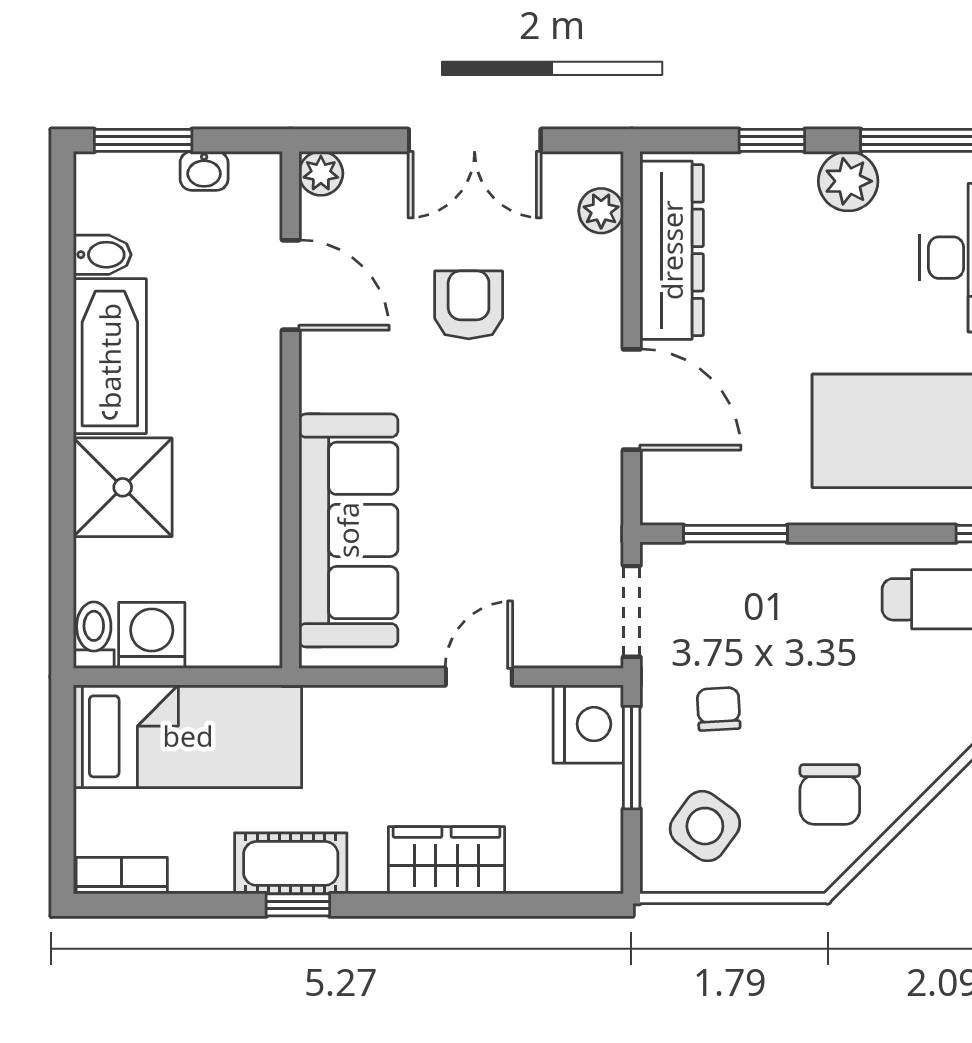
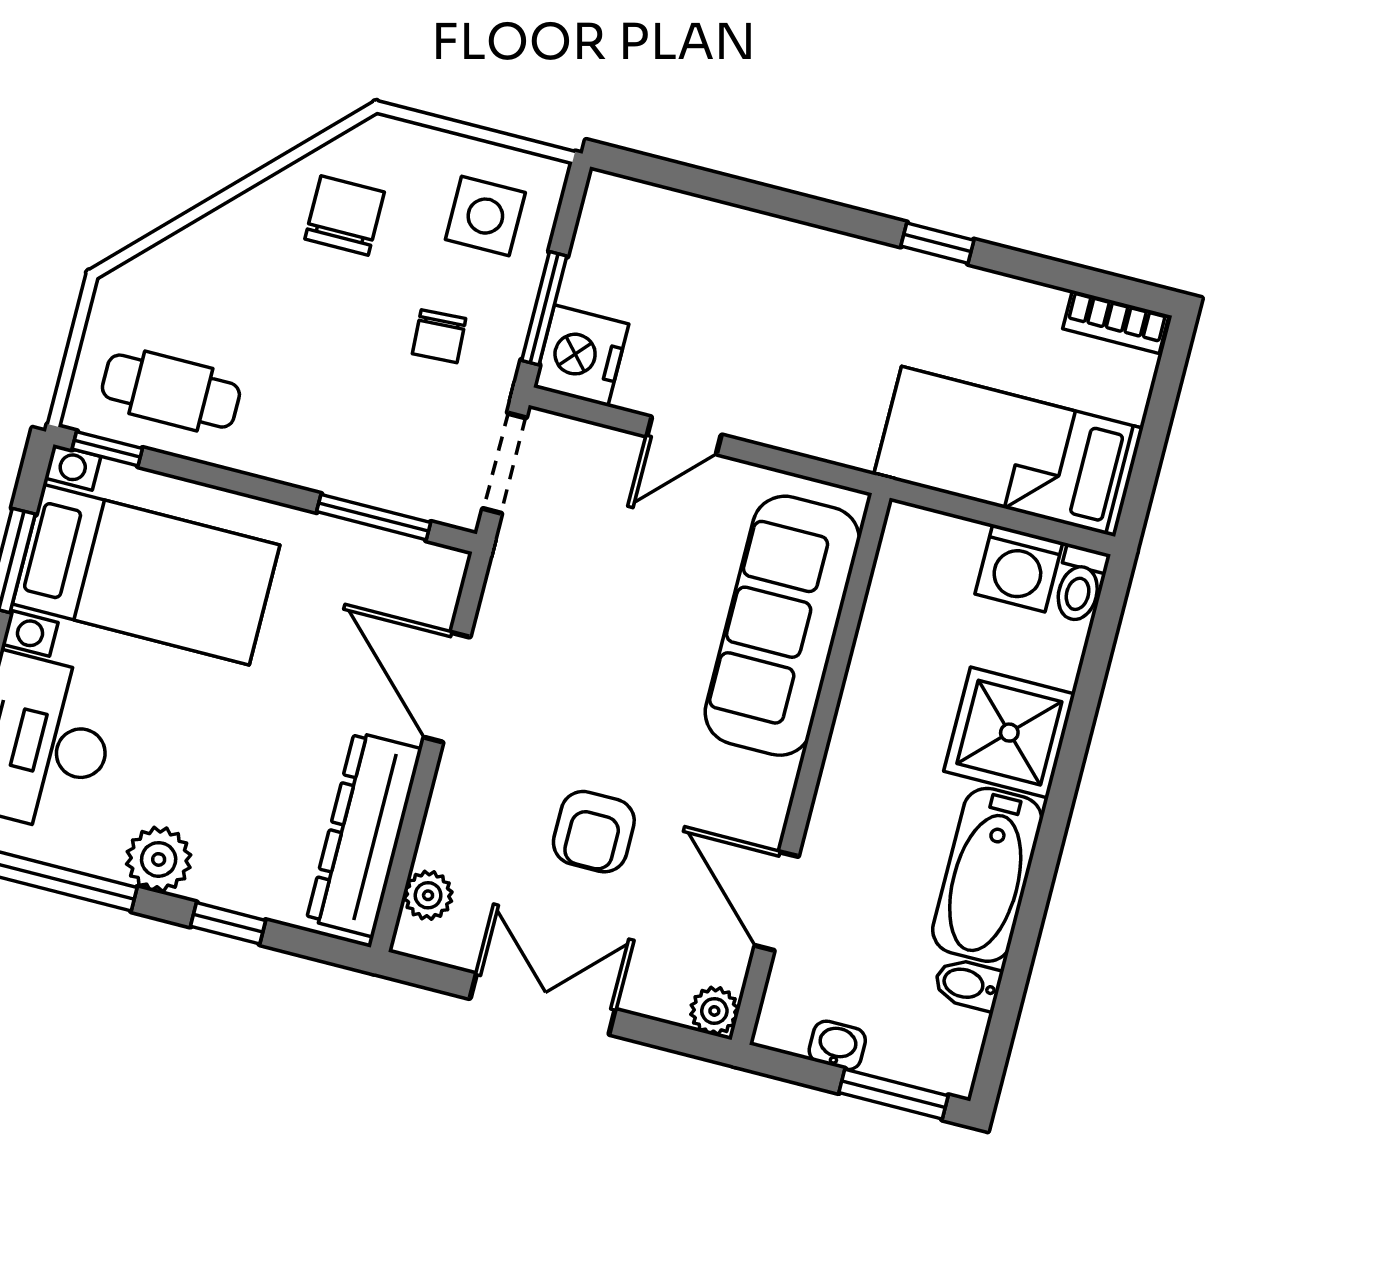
side table: (705, 826) -> (485, 216), turned -36
wardrobe: (447, 860) -> (768, 250), removed
cot: (291, 863) -> (934, 289), removed

